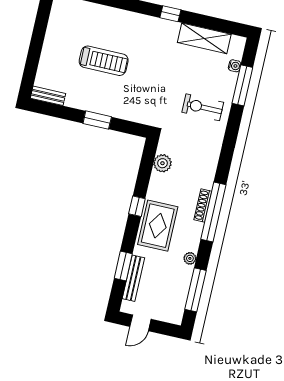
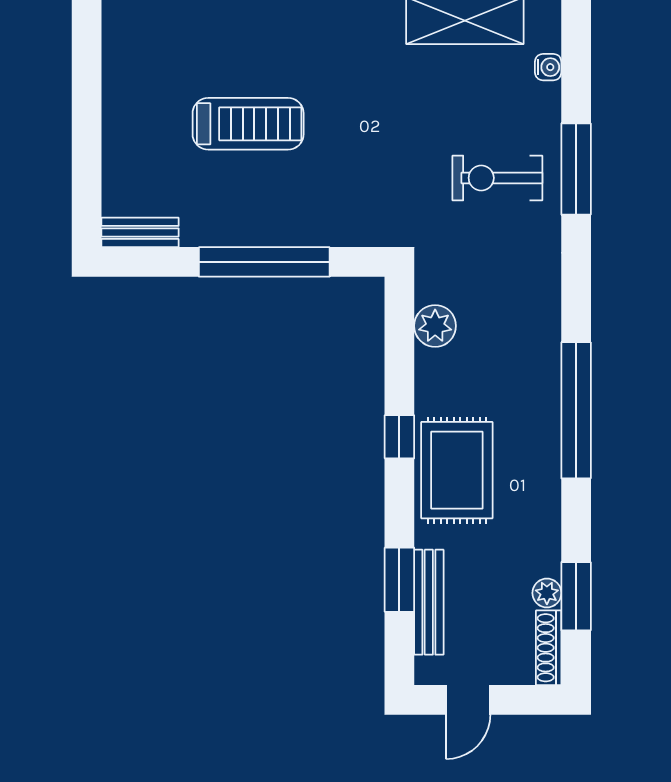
window: (242, 85) -> (576, 169), moved
window: (97, 120) -> (264, 262), width x2.11
shoe rack: (203, 205) -> (549, 648), moved
plant: (190, 258) -> (547, 593), moved
window: (196, 290) -> (576, 596), width x0.69

